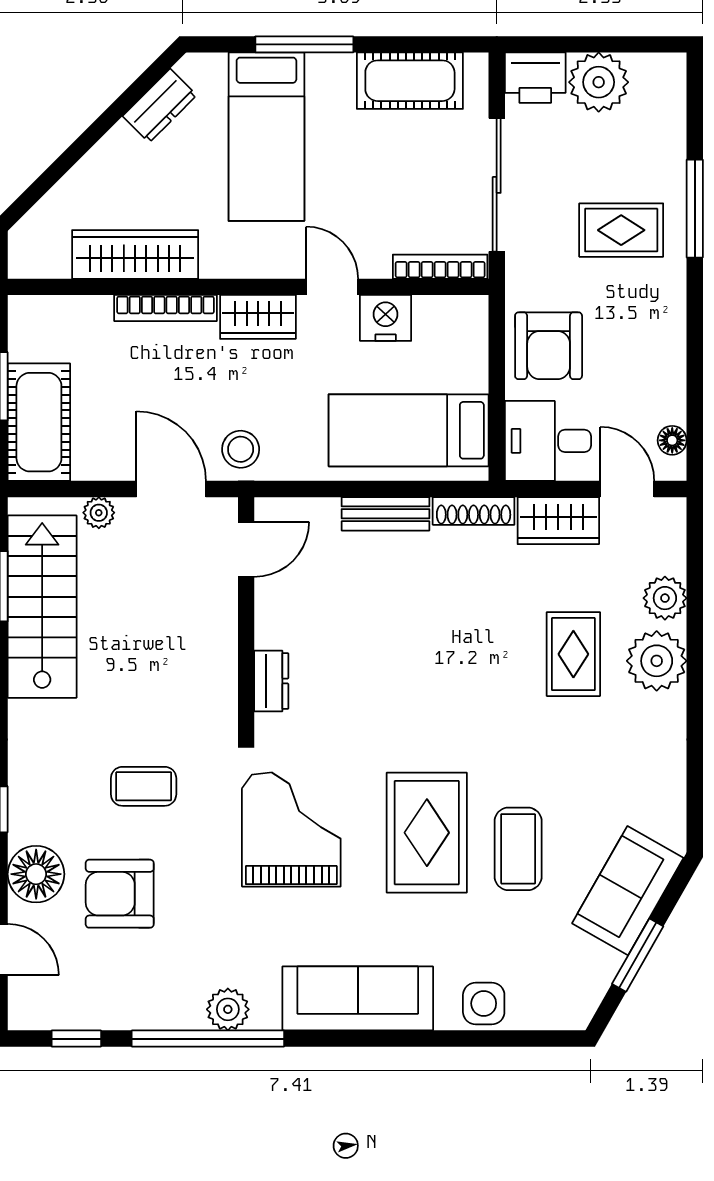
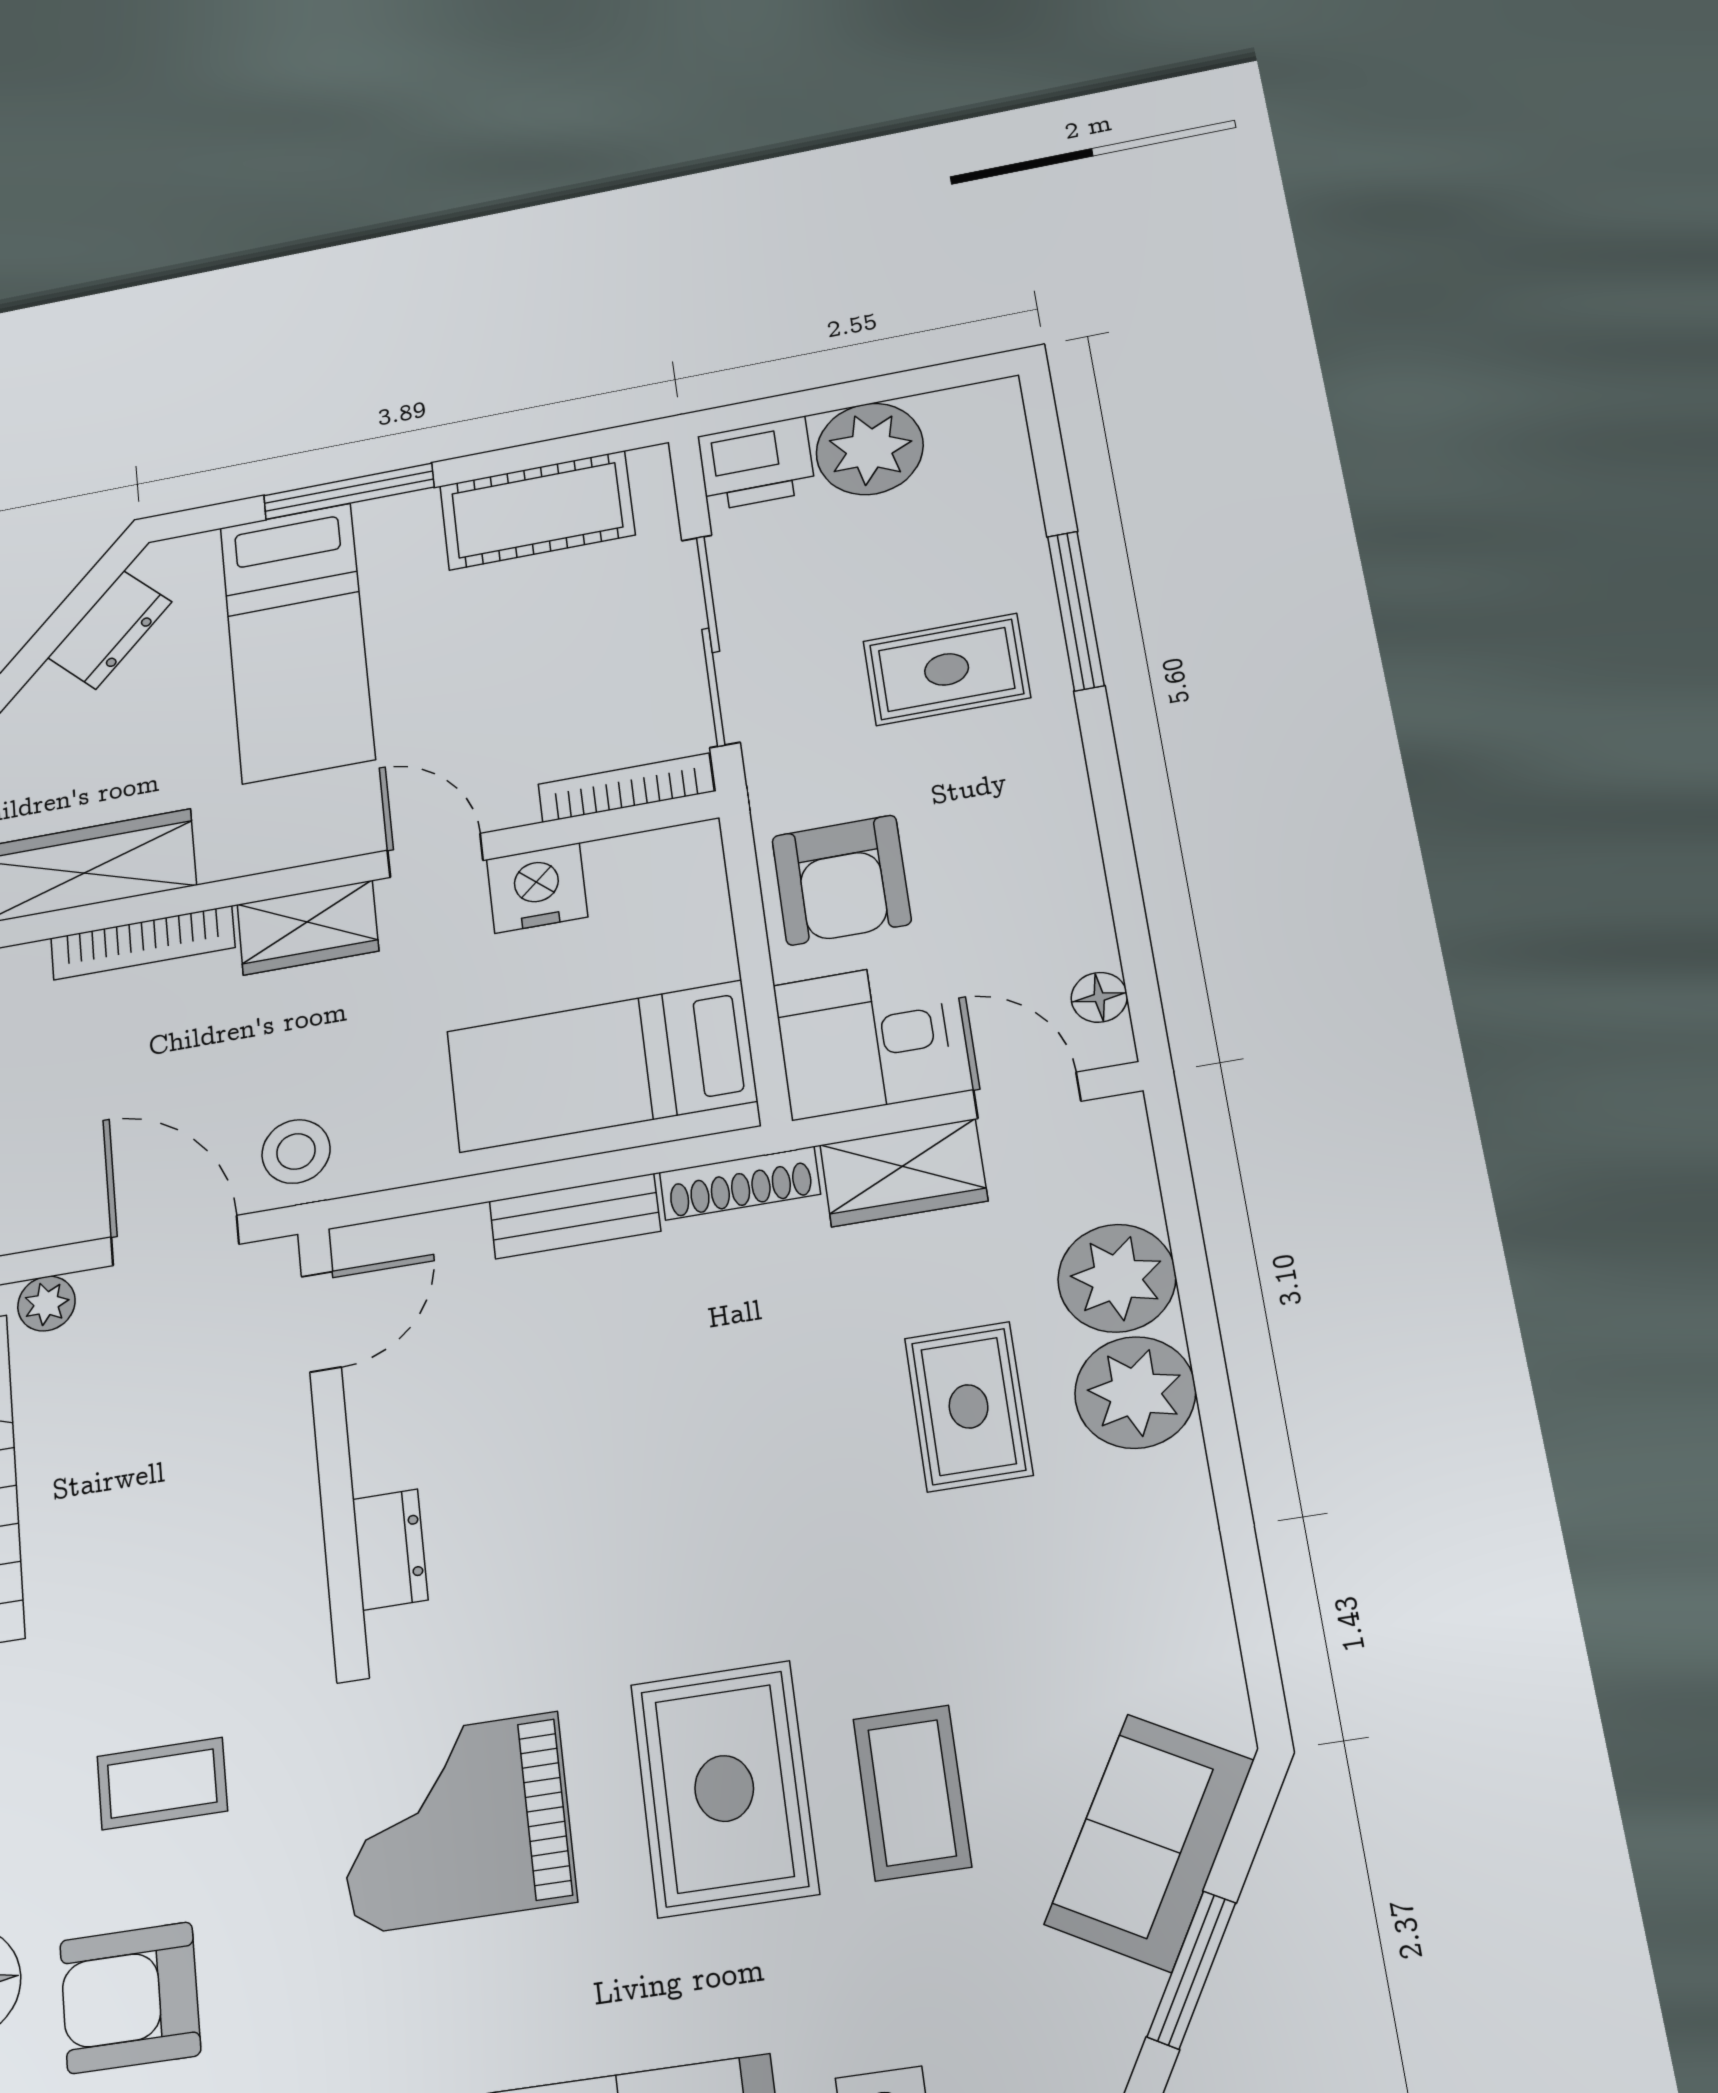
plant: (665, 598) -> (1117, 1278), width x1.36, depth x1.36
grand piano: (291, 829) -> (455, 1823), turned -90

